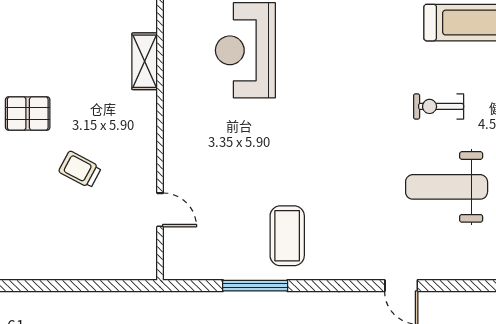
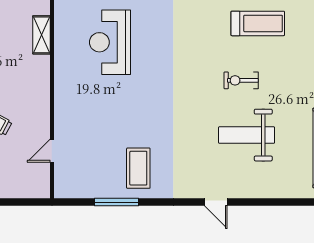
shelving: (145, 61) -> (42, 35), moved
door: (160, 210) -> (52, 151), swing flipped

